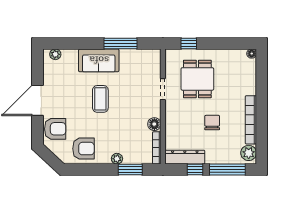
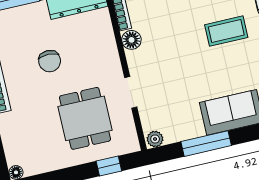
plant: (154, 54) -> (155, 139), added
coffee table: (100, 99) -> (226, 31), moved, turned 90

